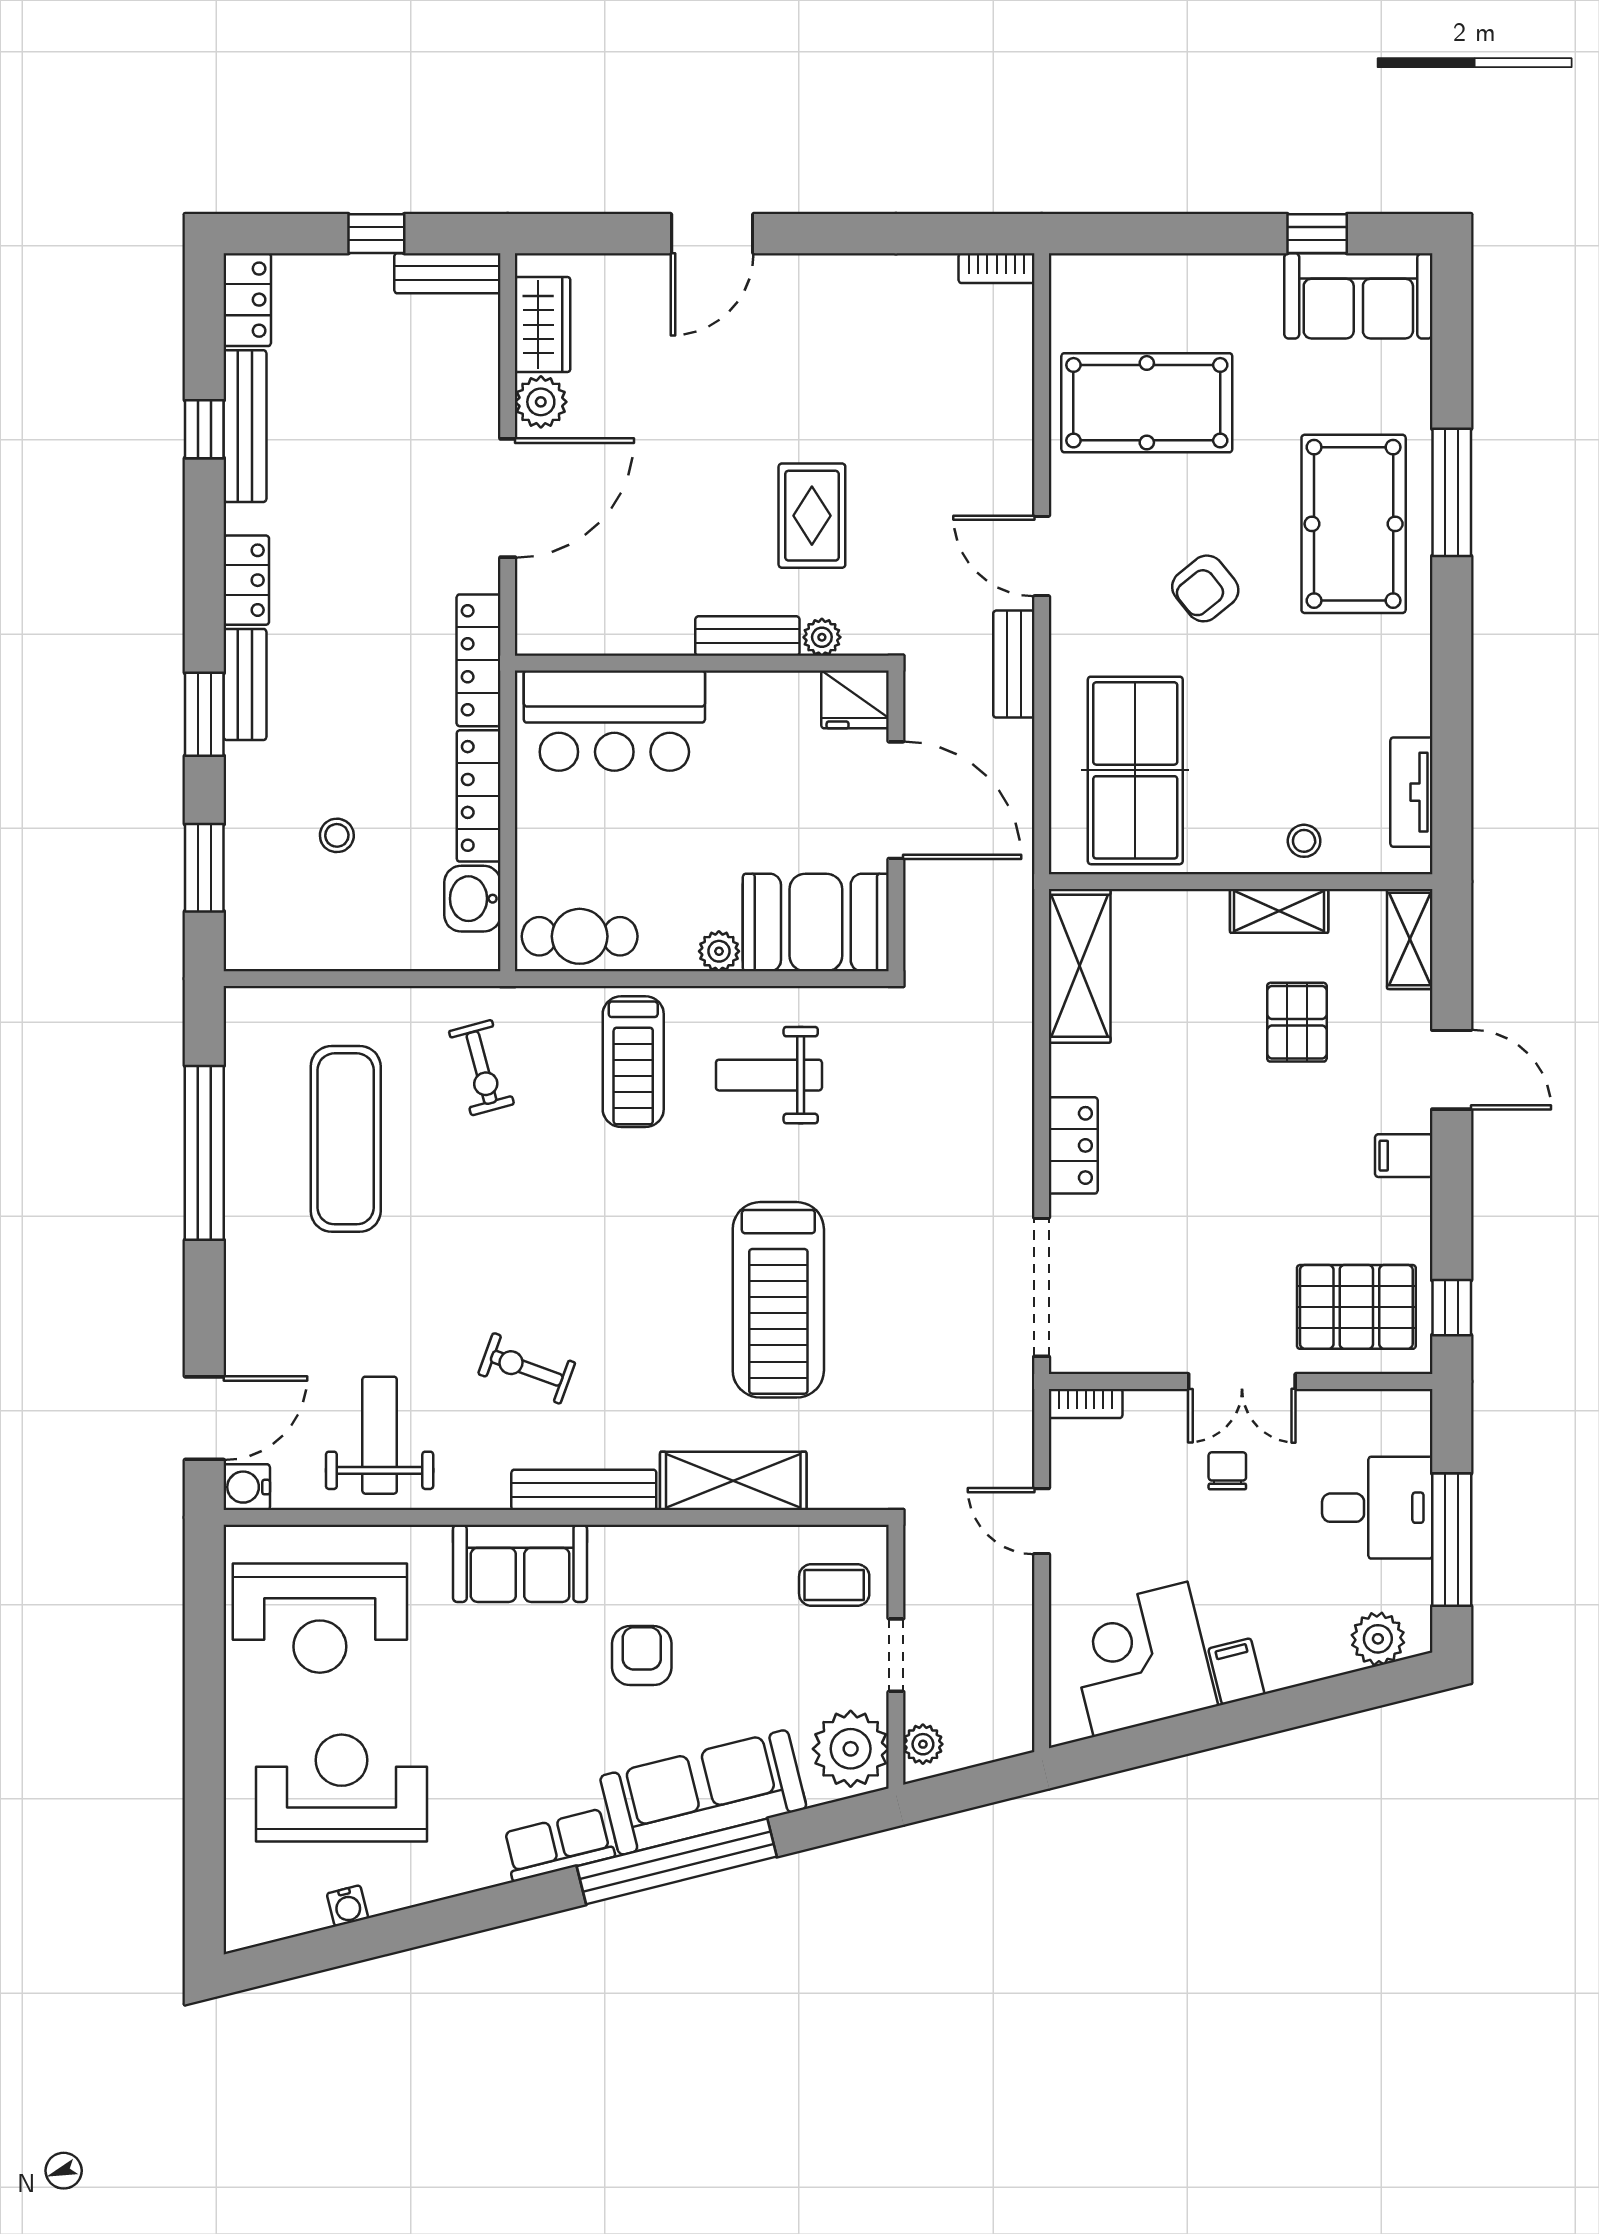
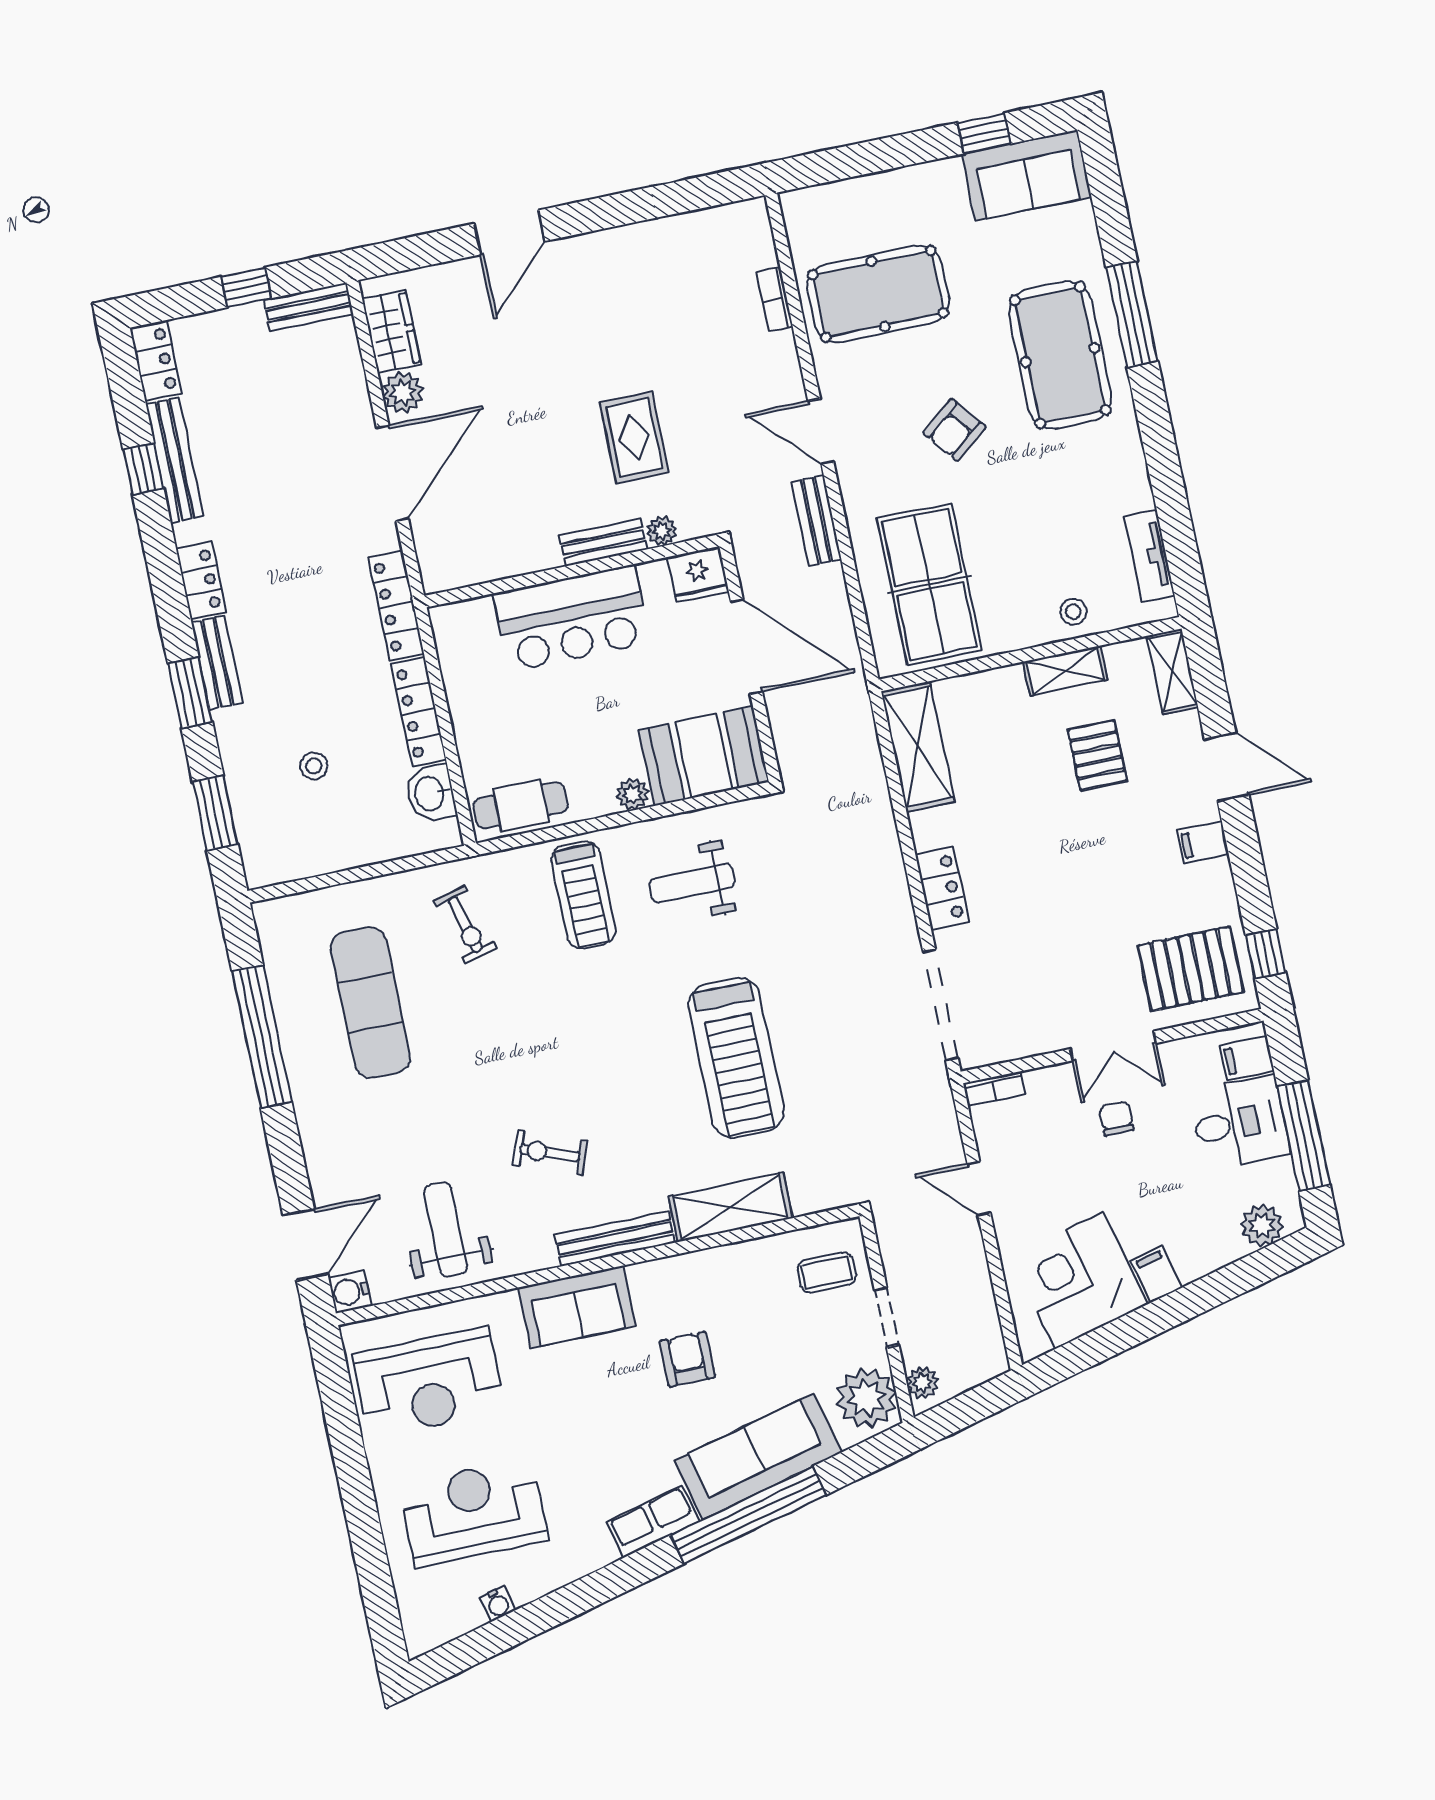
bookcase: (997, 268) -> (775, 299), moved, turned 90
bar counter: (614, 721) -> (572, 618), moved
filing cabinet: (1402, 1430) -> (1247, 1058), added

